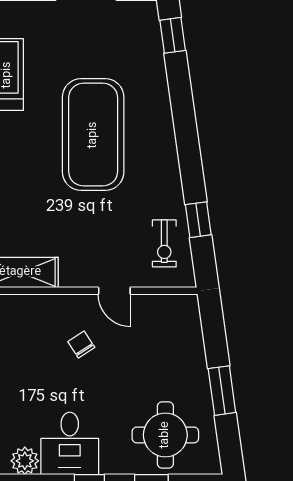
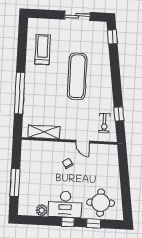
exercise mat: (93, 135) -> (77, 76), width x0.68
window: (222, 391) -> (125, 185), removed
desk: (70, 443) -> (65, 204), width x1.37

